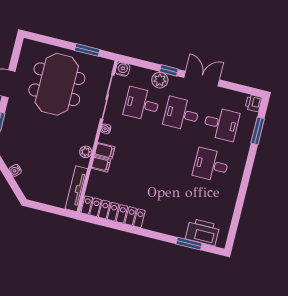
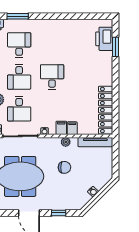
chair: (54, 142) -> (64, 167), added
desk: (211, 165) -> (52, 77), moved, turned 180

